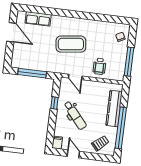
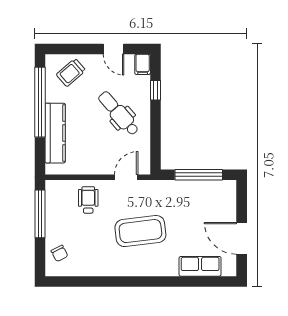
door: (75, 77) -> (126, 177), hinge flipped
window: (54, 103) -> (155, 90), moved

